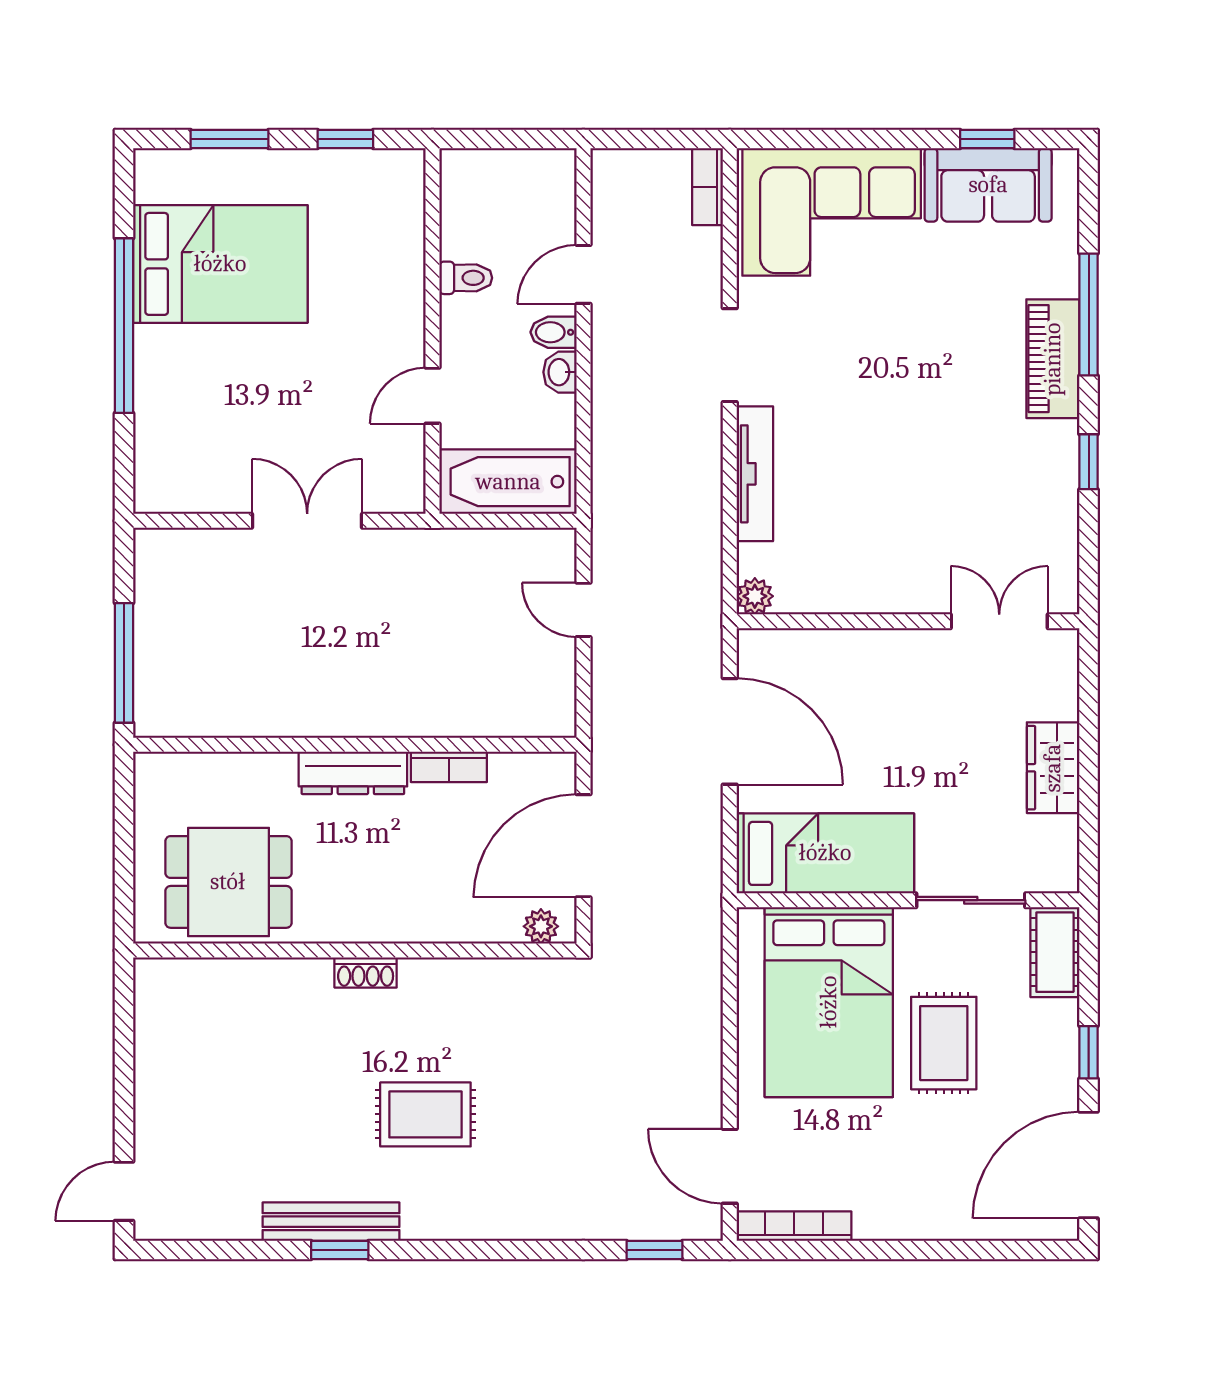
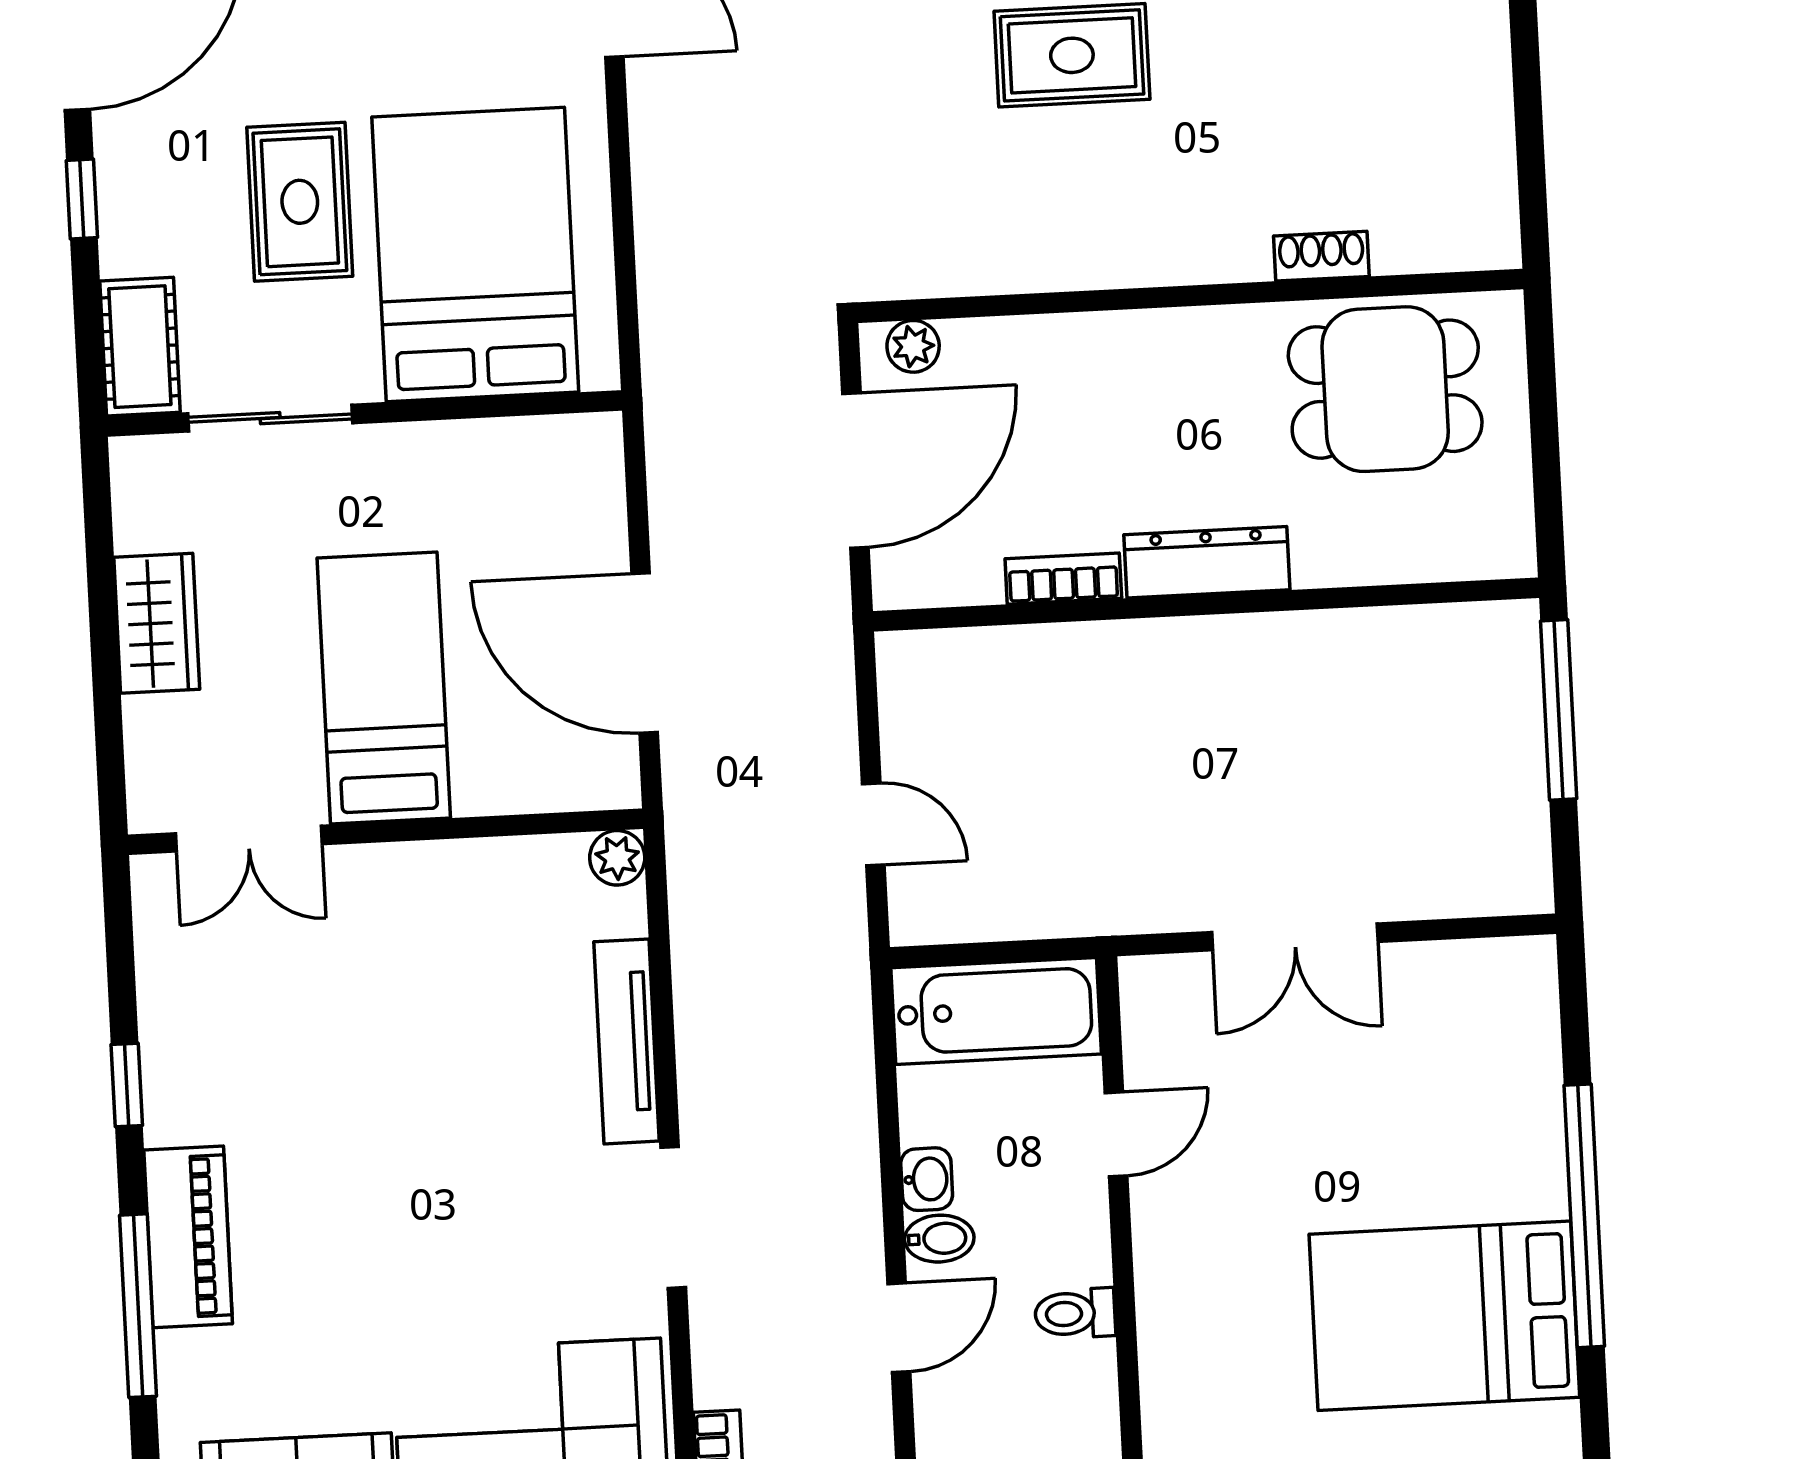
bed: (825, 853) -> (384, 688), moved, turned 90
shoe rack: (366, 972) -> (1321, 256), moved

